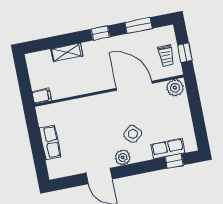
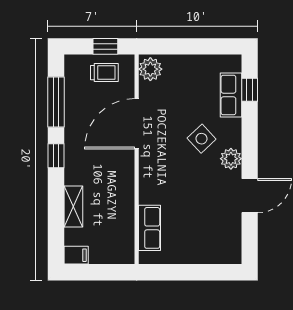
window: (138, 25) -> (56, 102), width x1.44
filing cabinet: (42, 96) -> (76, 255), moved, turned 90
row of seats: (50, 142) -> (150, 228), moved, turned 90

